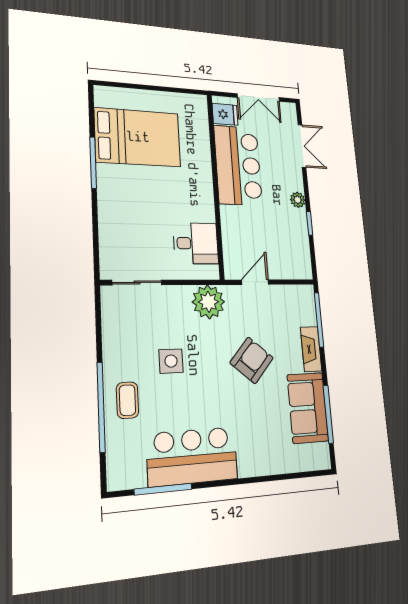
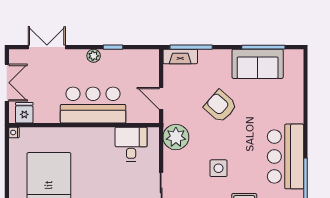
nightstand: (201, 100) -> (14, 132), added
bar counter: (238, 165) -> (93, 105), moved
fireplace: (311, 349) -> (180, 56), moved

